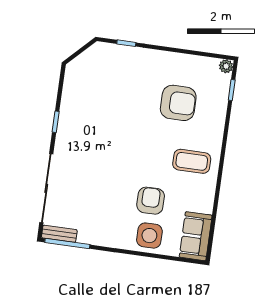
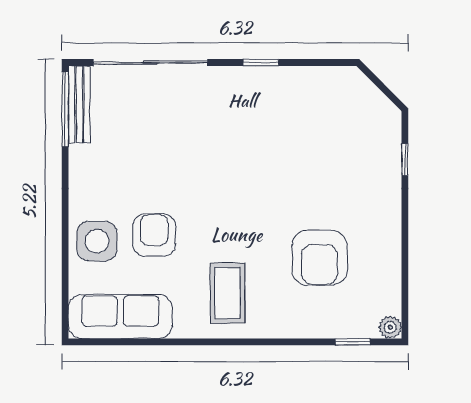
armchair: (151, 201) -> (154, 235), turned -90
bench: (59, 234) -> (79, 104), width x1.36
sofa: (196, 236) -> (120, 317), width x1.36

